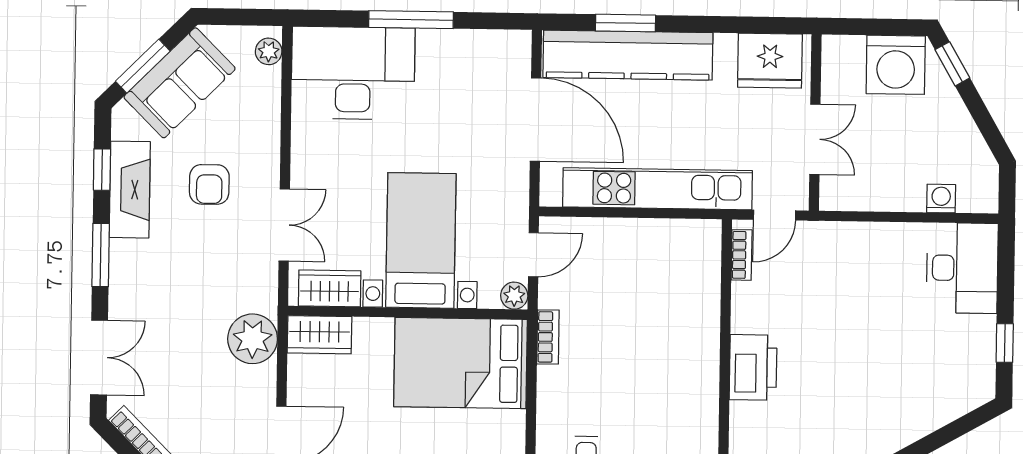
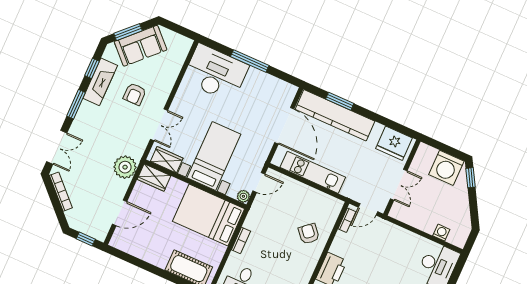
plant: (269, 51) -> (184, 49), removed
kitchen unit: (658, 189) -> (313, 172), width x0.73
armchair: (677, 314) -> (309, 234), added
bookcase: (548, 337) -> (241, 240), moved

